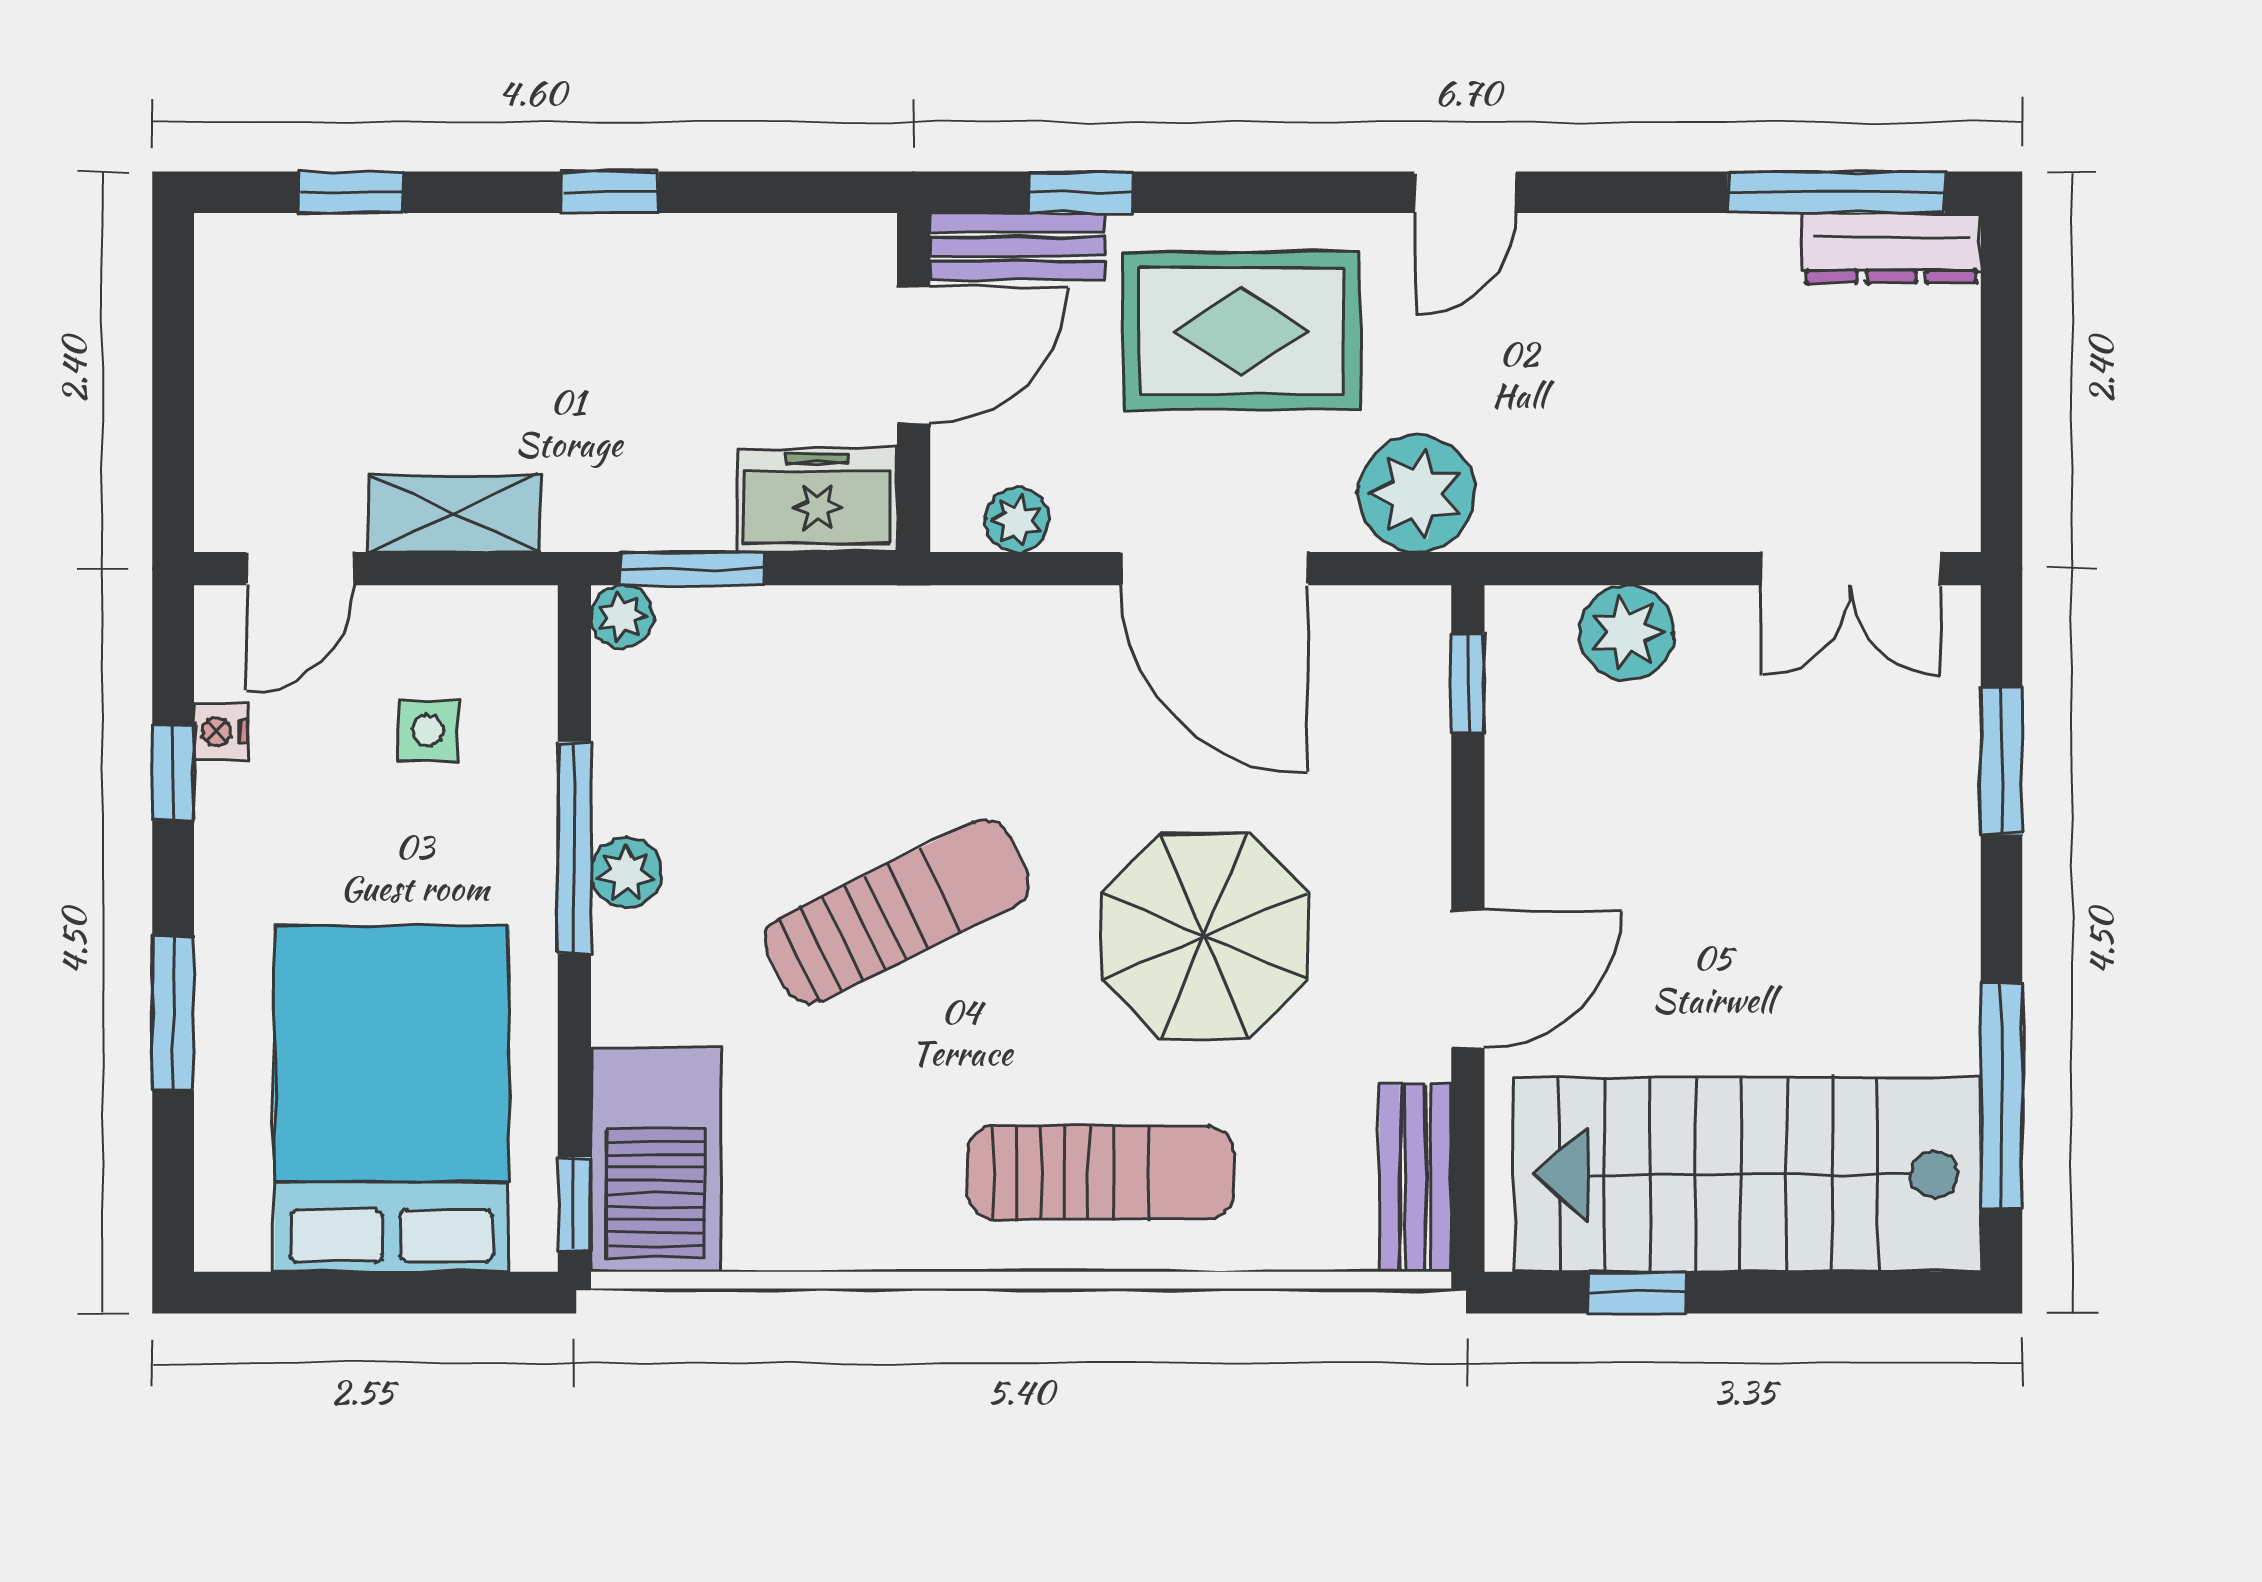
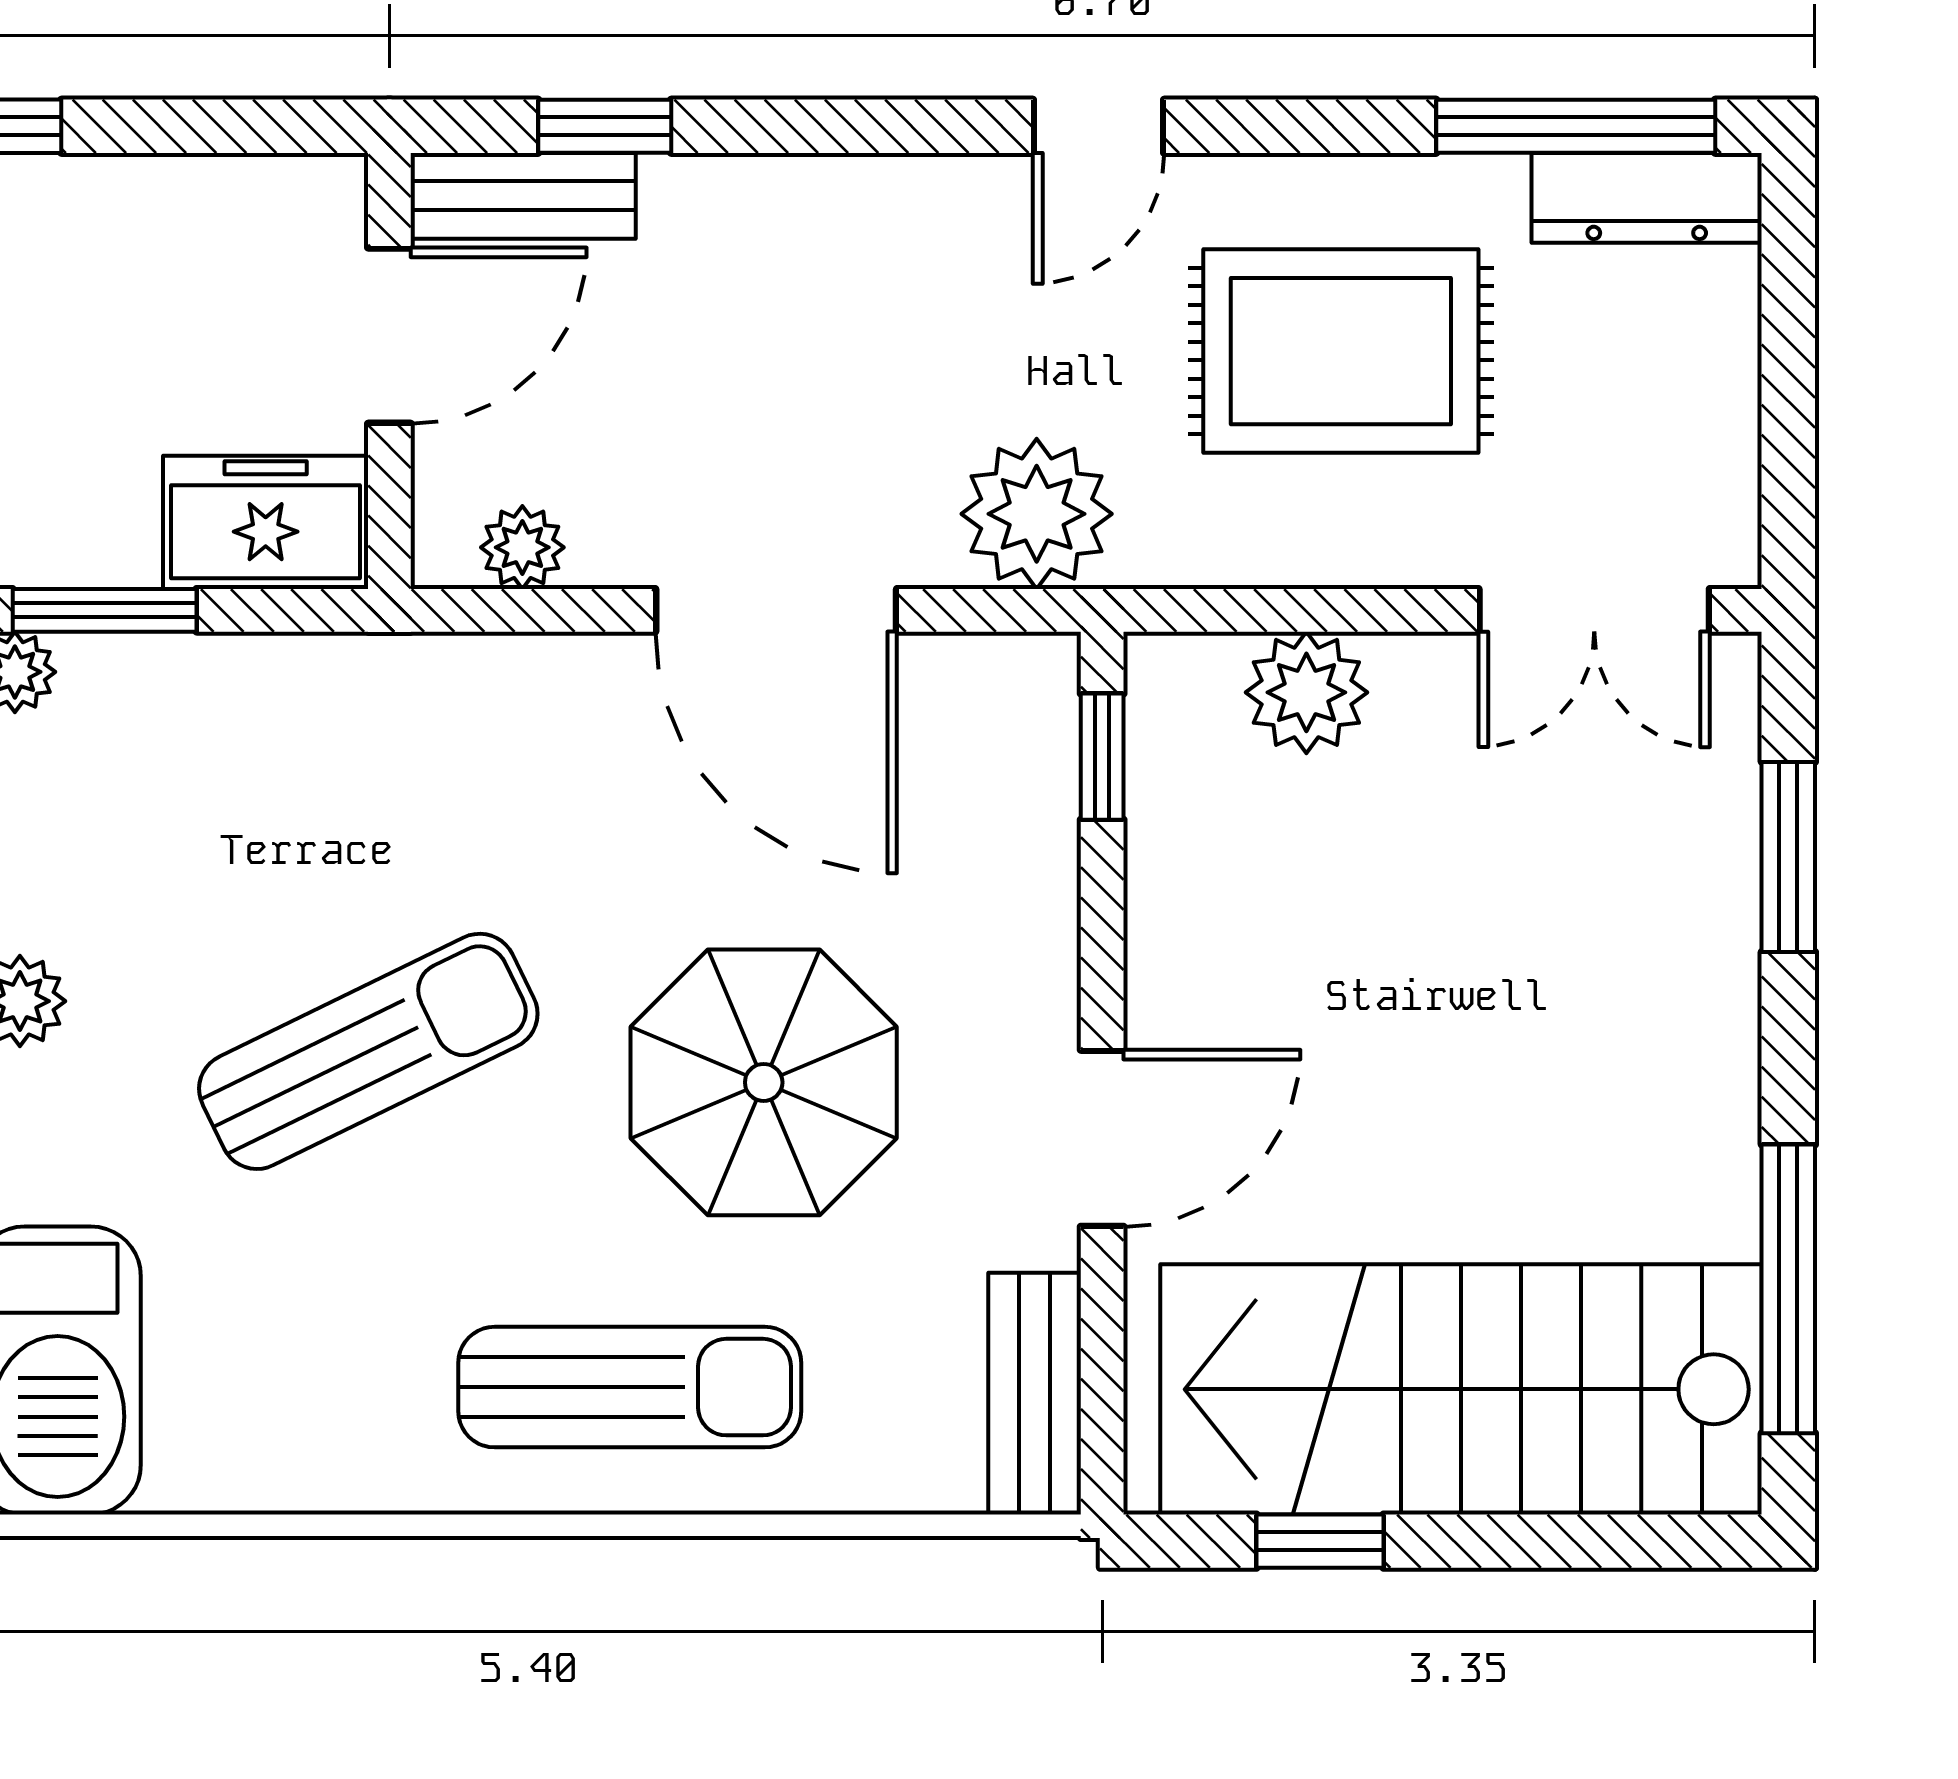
rug: (1241, 331) -> (1341, 351), moved

